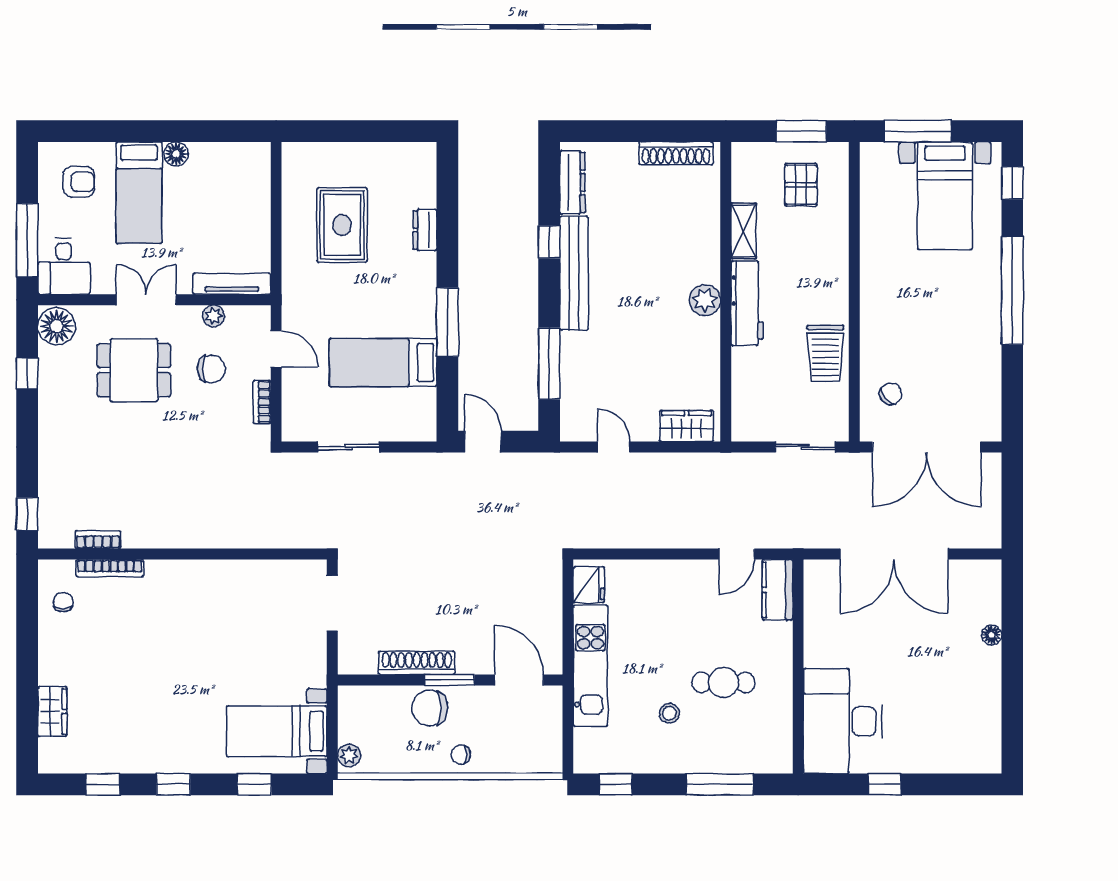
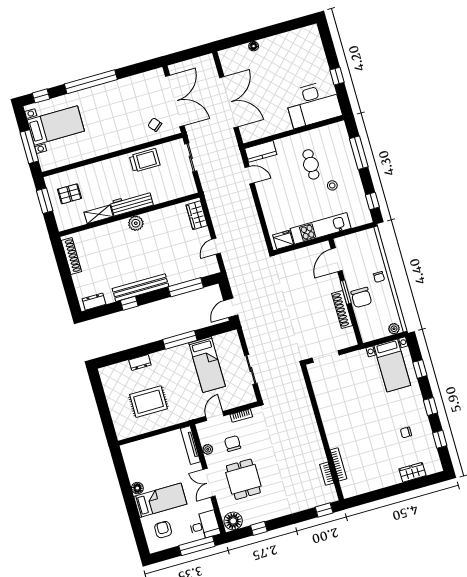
dresser: (572, 182) -> (94, 302), width x0.70
chair: (63, 602) -> (406, 432), moved

